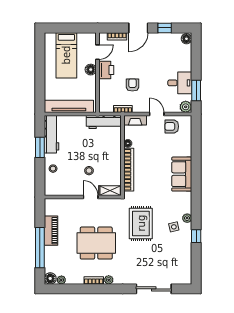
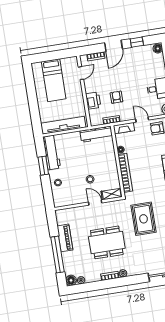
floor lamp: (91, 70) -> (77, 89), removed
printer: (106, 70) -> (93, 101), moved

